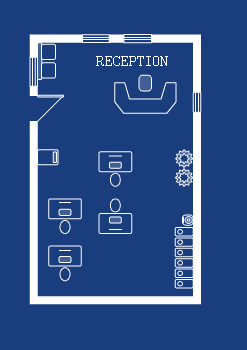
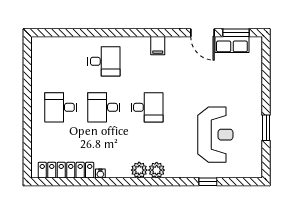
window: (96, 39) -> (266, 89), removed
row of seats: (47, 61) -> (232, 44), moved
desk: (65, 263) -> (61, 107), moved, turned 180

